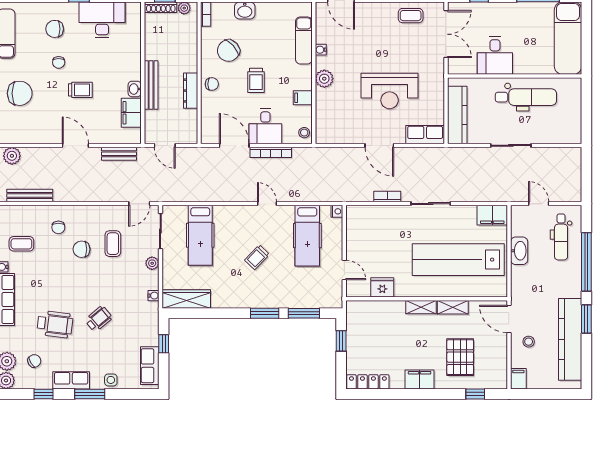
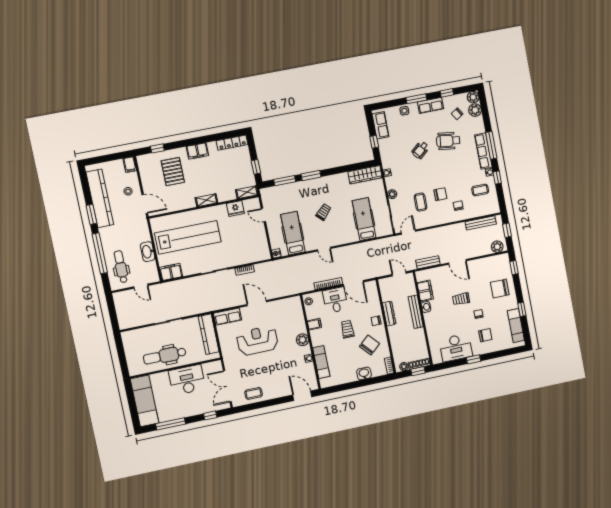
desk: (495, 56) -> (187, 380), width x1.37
shelving: (453, 307) -> (247, 192), moved

